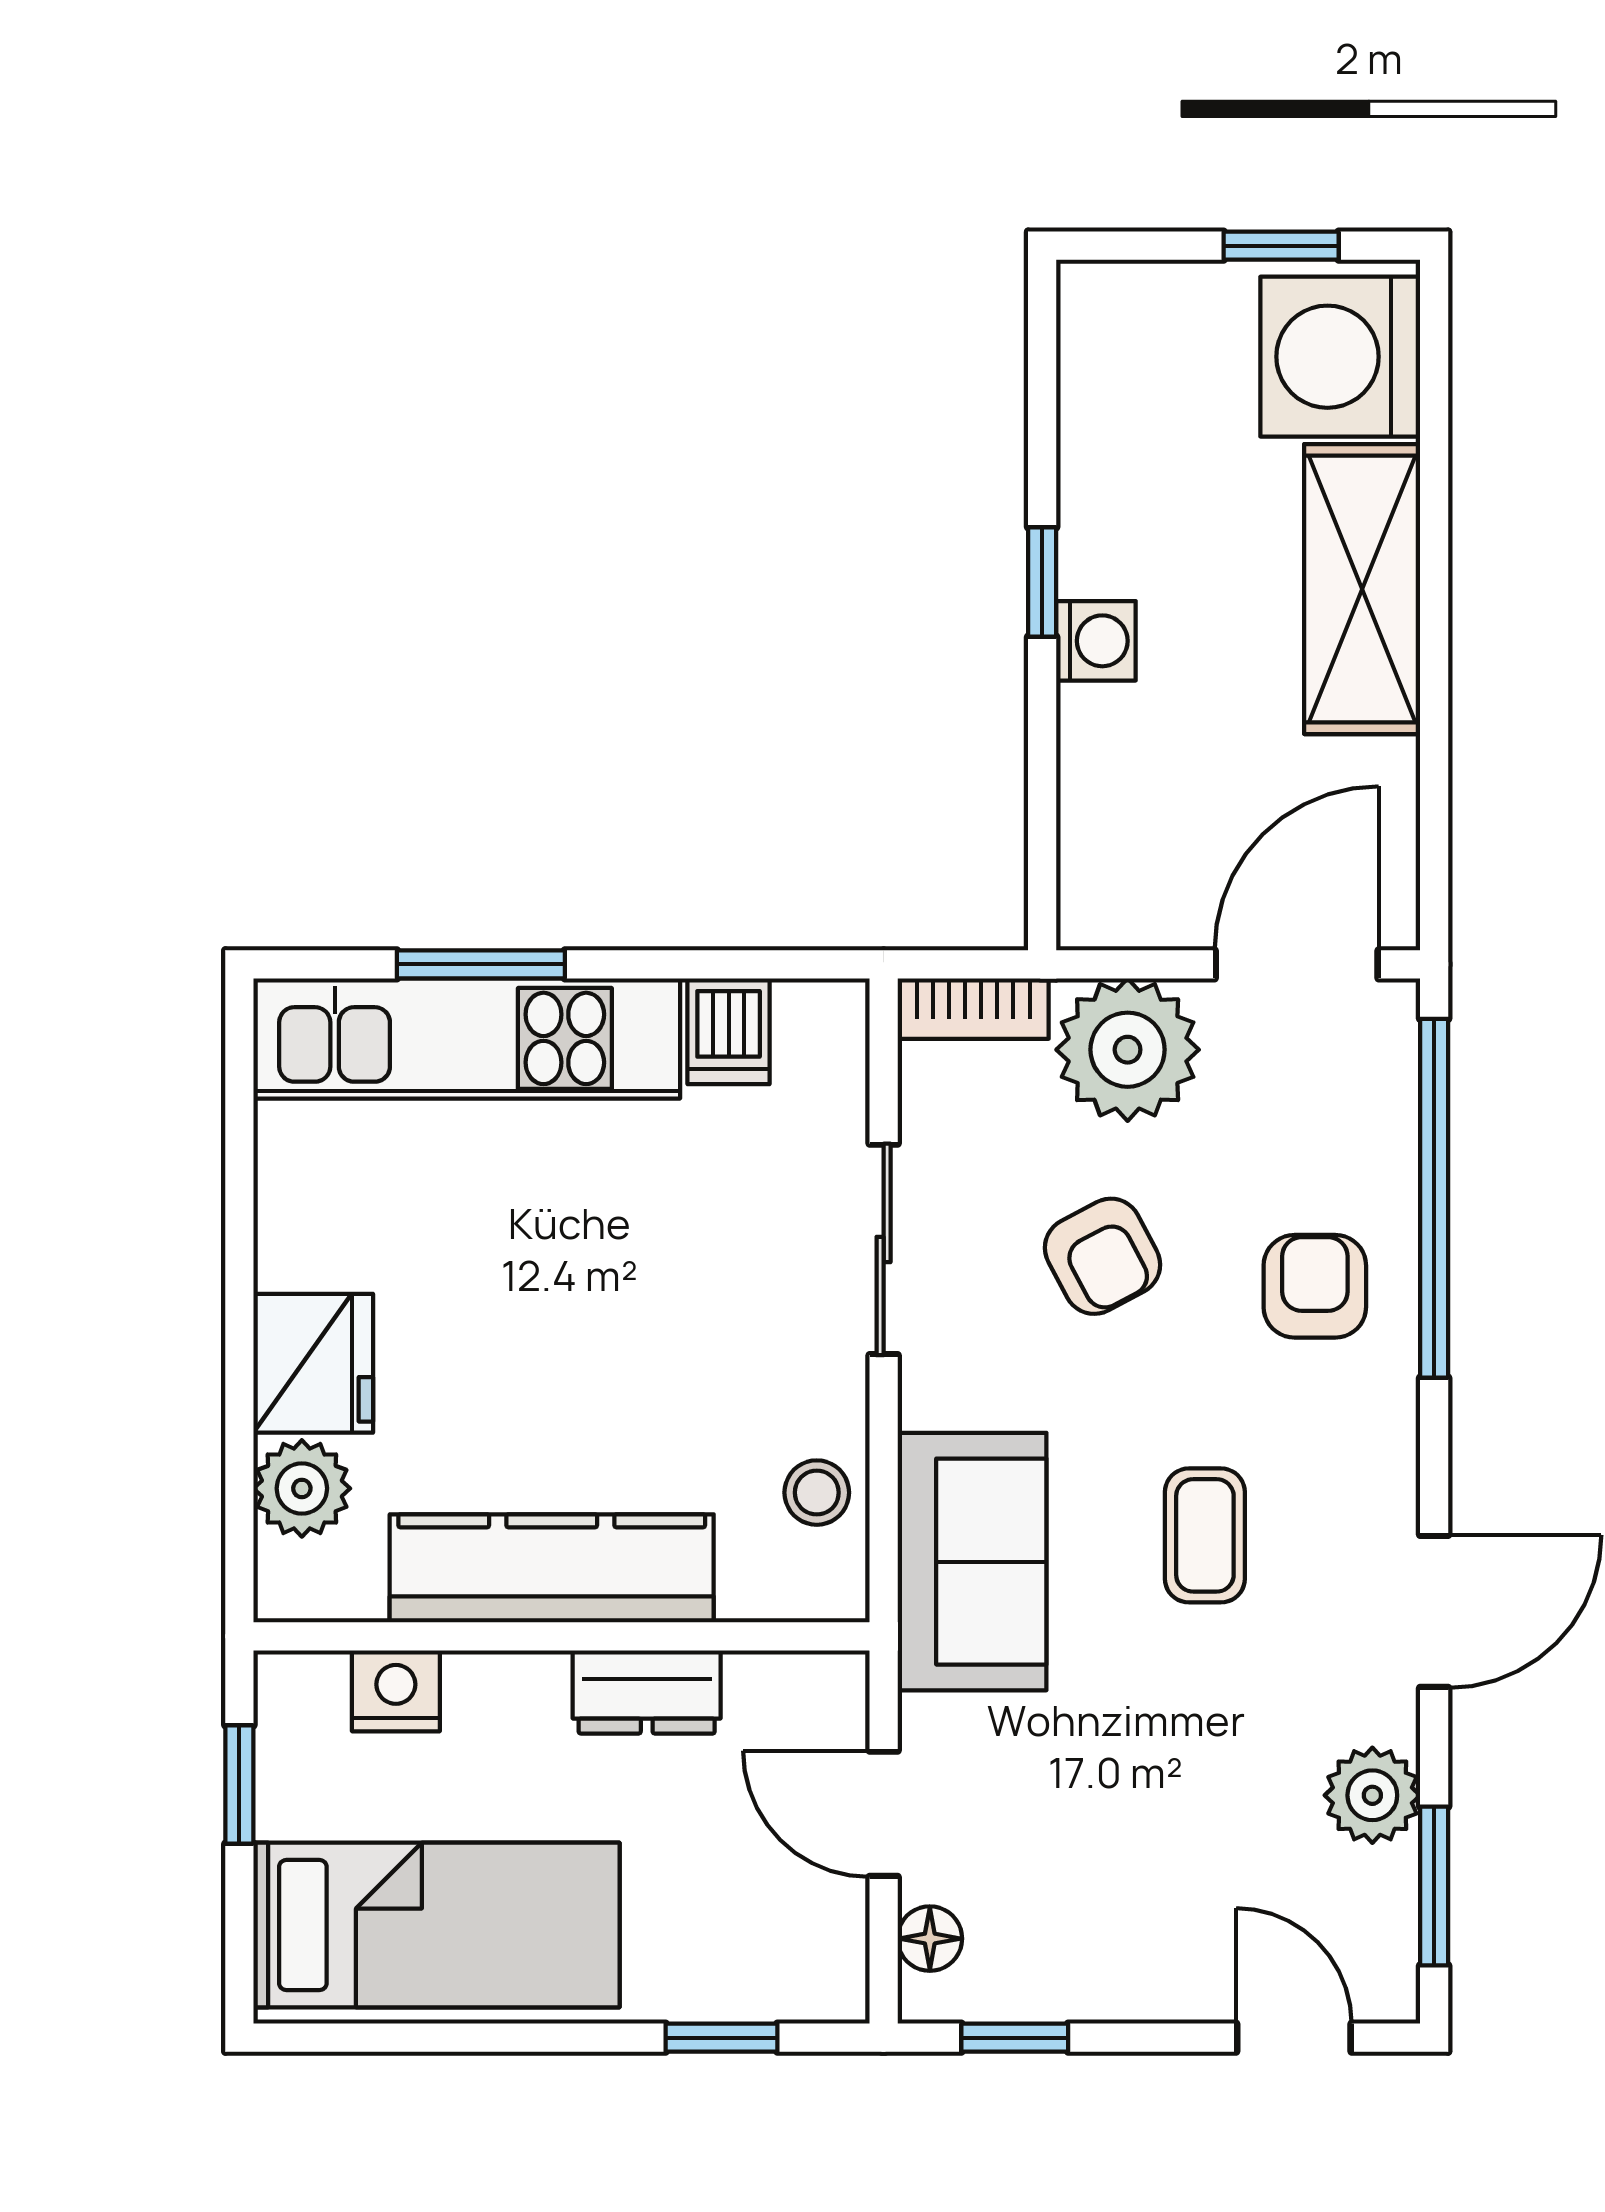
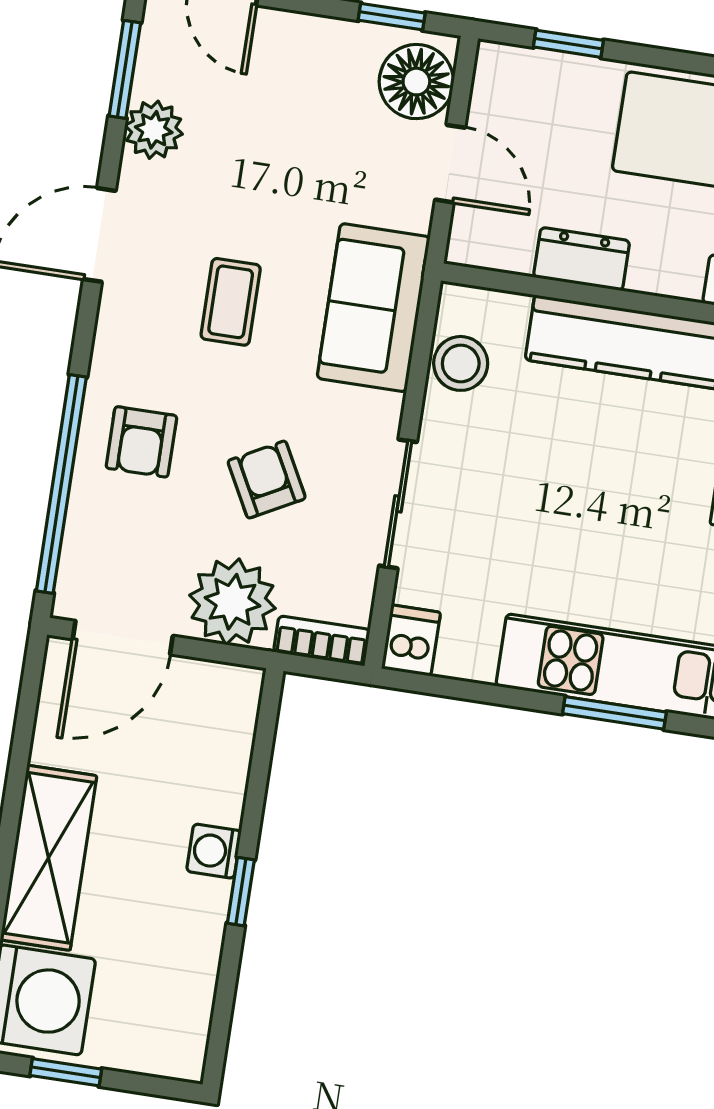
dishwasher: (729, 1031) -> (411, 640), moved
stool: (817, 1493) -> (461, 363), width x1.37, depth x1.37
floor lamp: (930, 1939) -> (416, 82), width x1.89, depth x1.89

